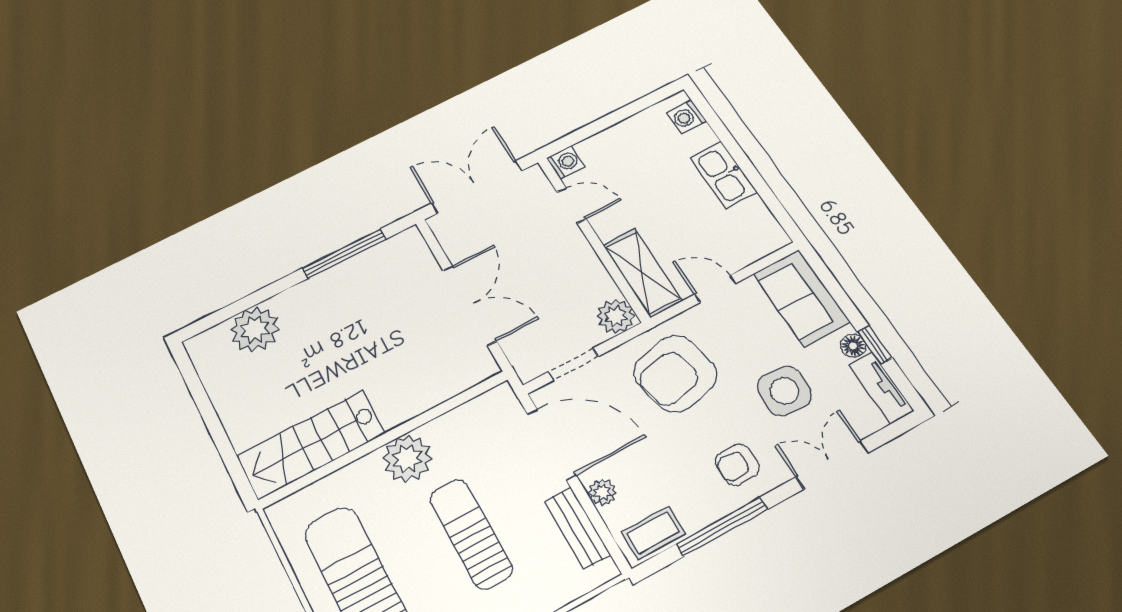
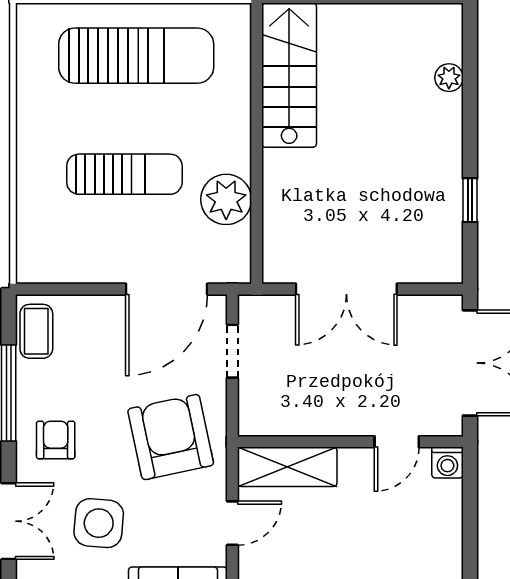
window: (344, 254) -> (470, 200), width x0.46
plant: (616, 316) -> (258, 417), removed
plant: (255, 329) -> (449, 78), width x0.53, depth x0.53
plant: (407, 459) -> (226, 199), moved
plant: (602, 493) -> (97, 308), removed
bench: (577, 528) -> (78, 269), removed

